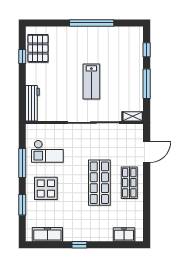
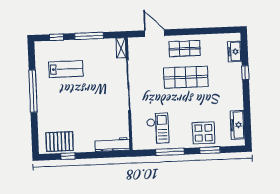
lab bench: (91, 82) -> (66, 69), moved
display table: (46, 188) -> (204, 133), moved
window: (79, 245) -> (245, 73), moved

